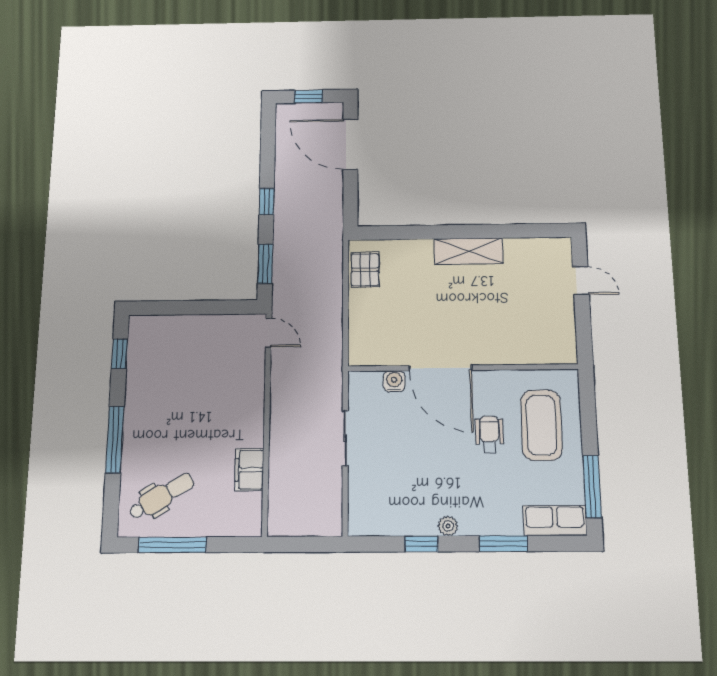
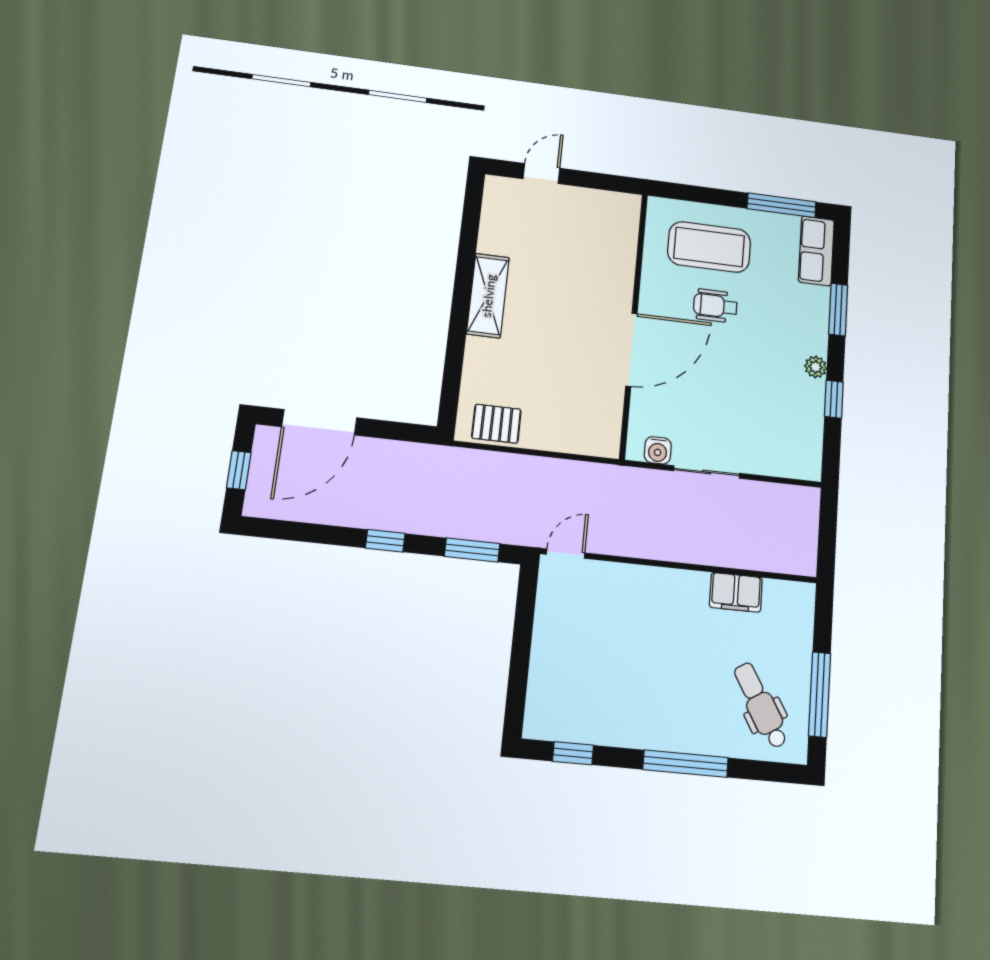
water cooler: (394, 381) -> (658, 450), moved, turned -90

